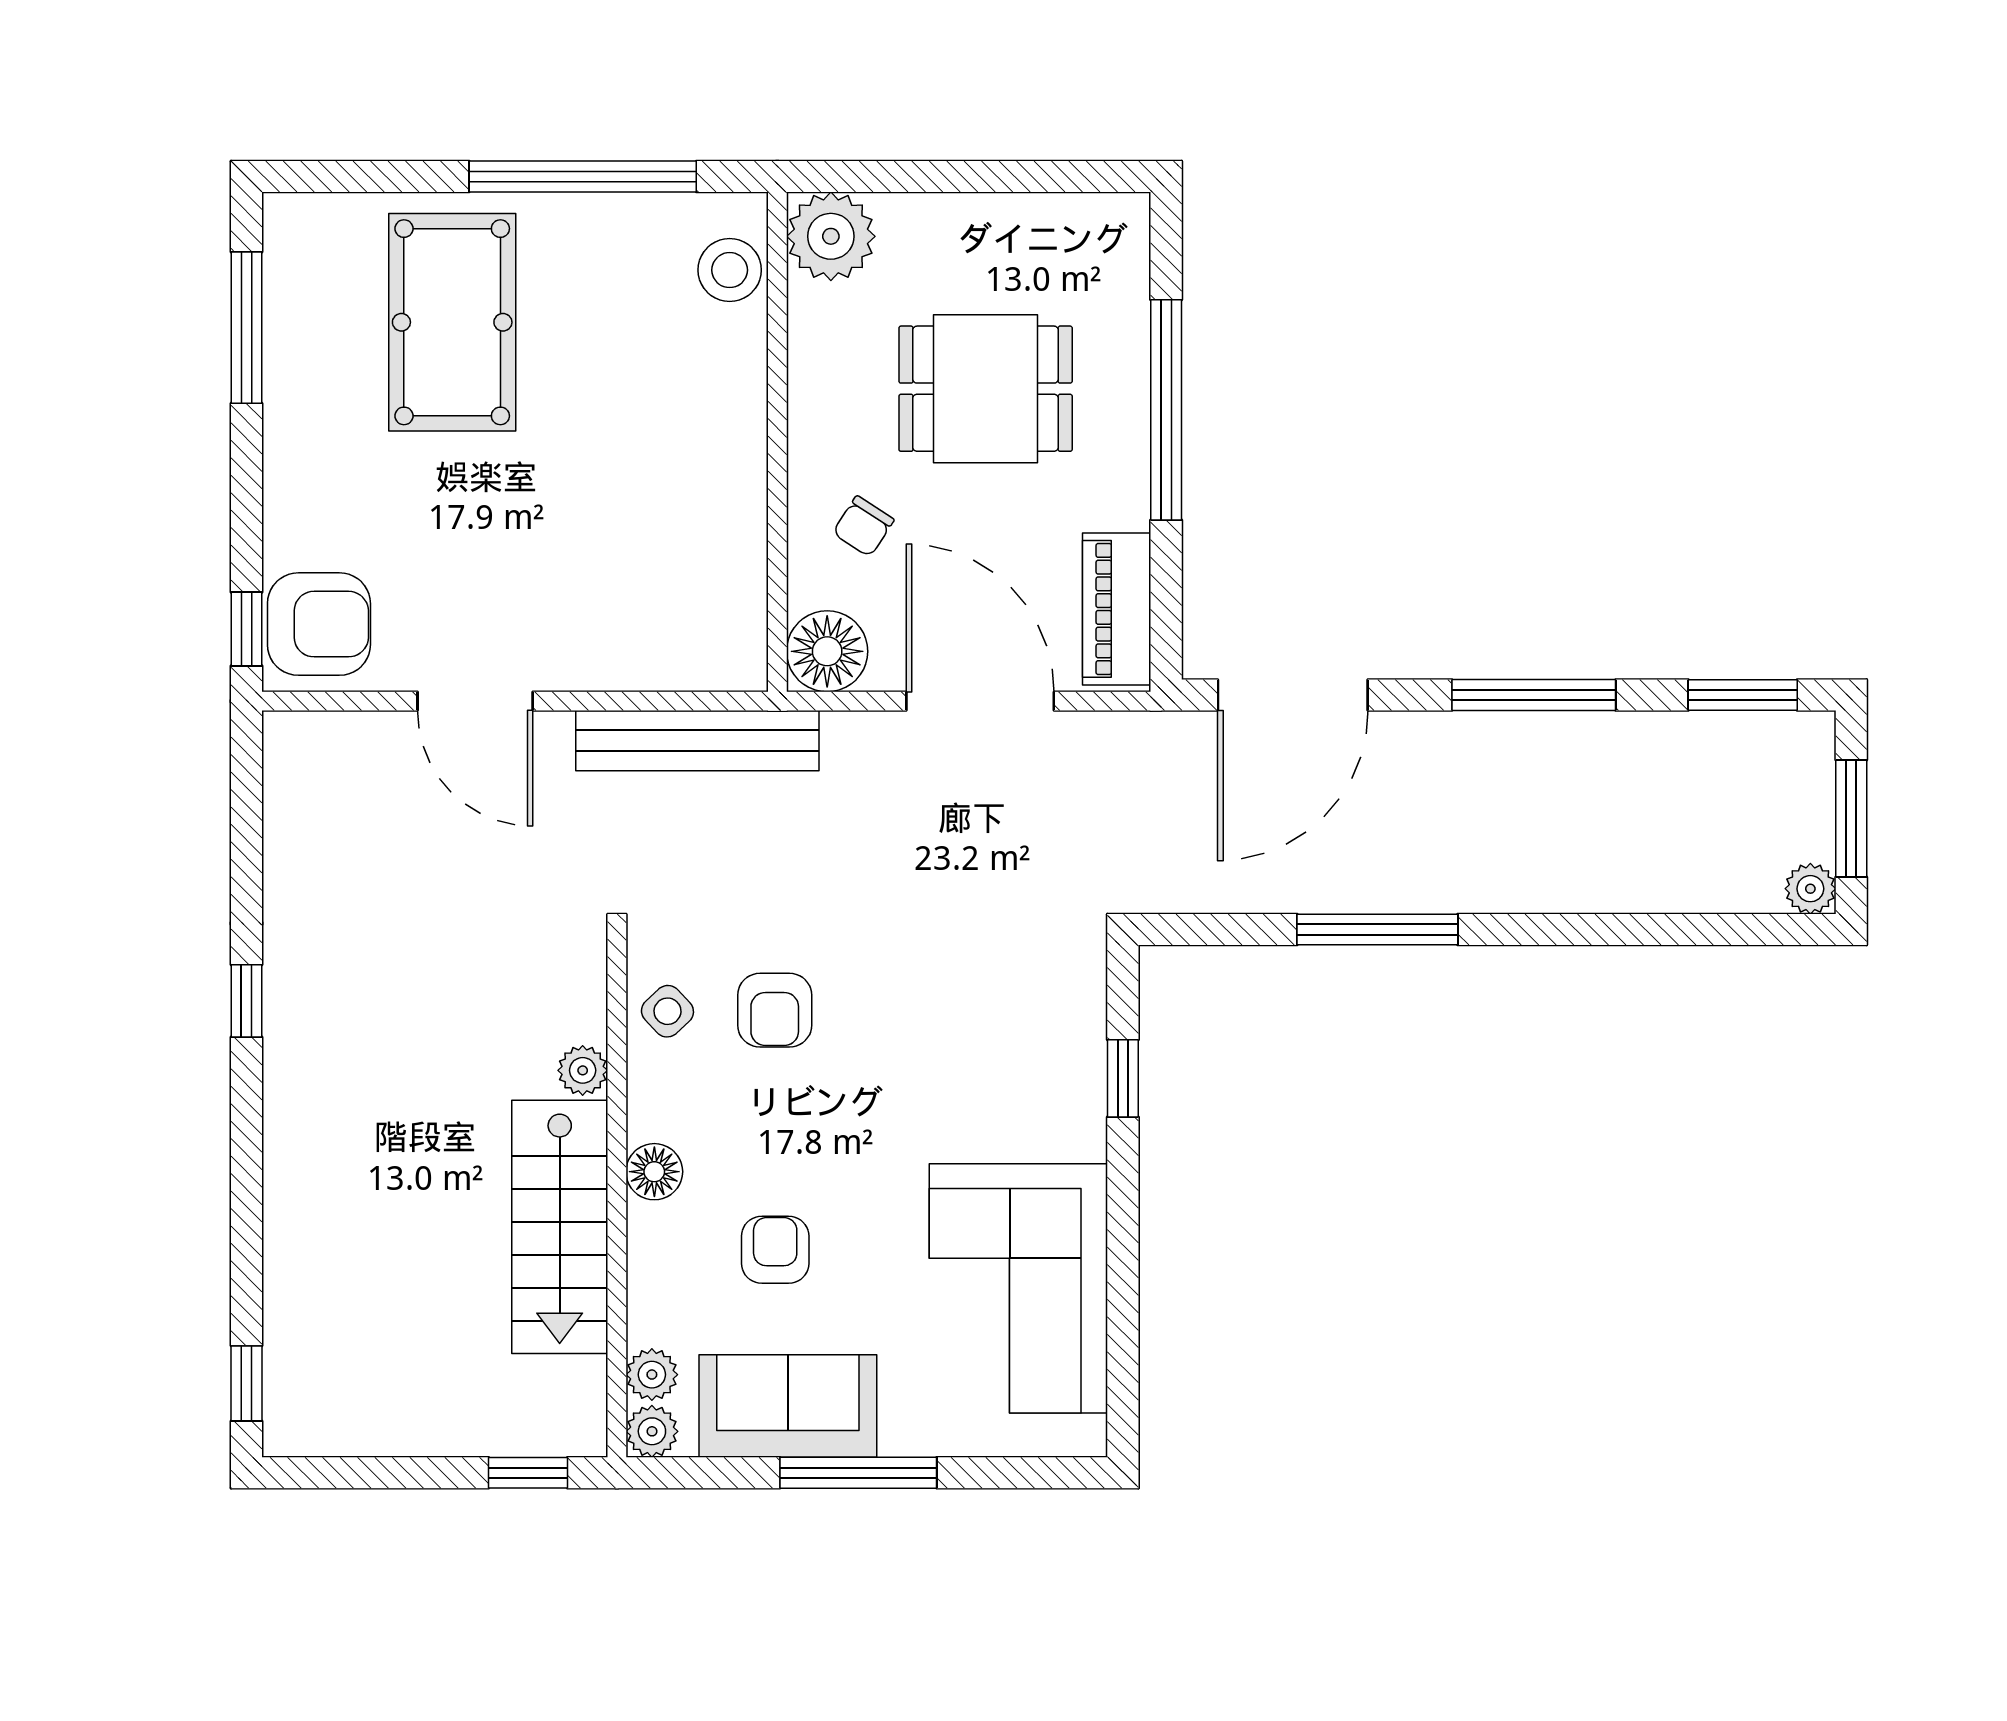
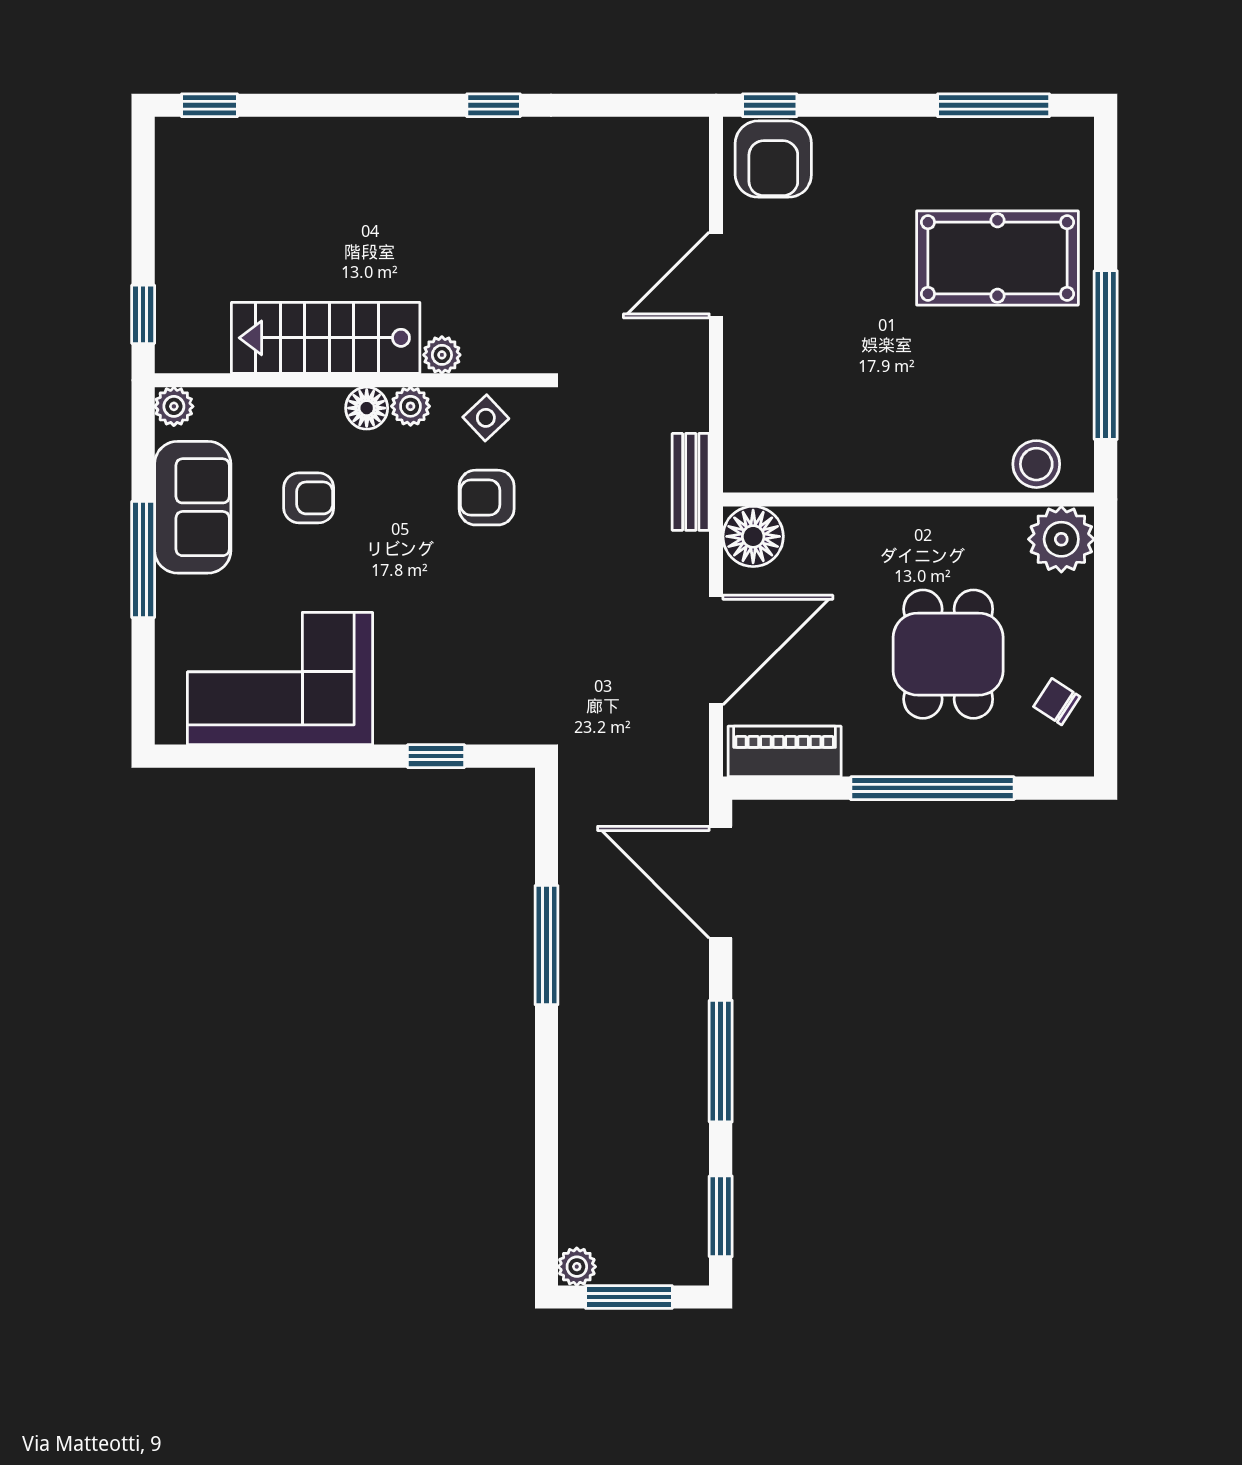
chair: (863, 526) -> (1057, 702), moved
bench: (697, 741) -> (691, 482), width x0.54, depth x0.82
plant: (652, 1375) -> (410, 406), moved

